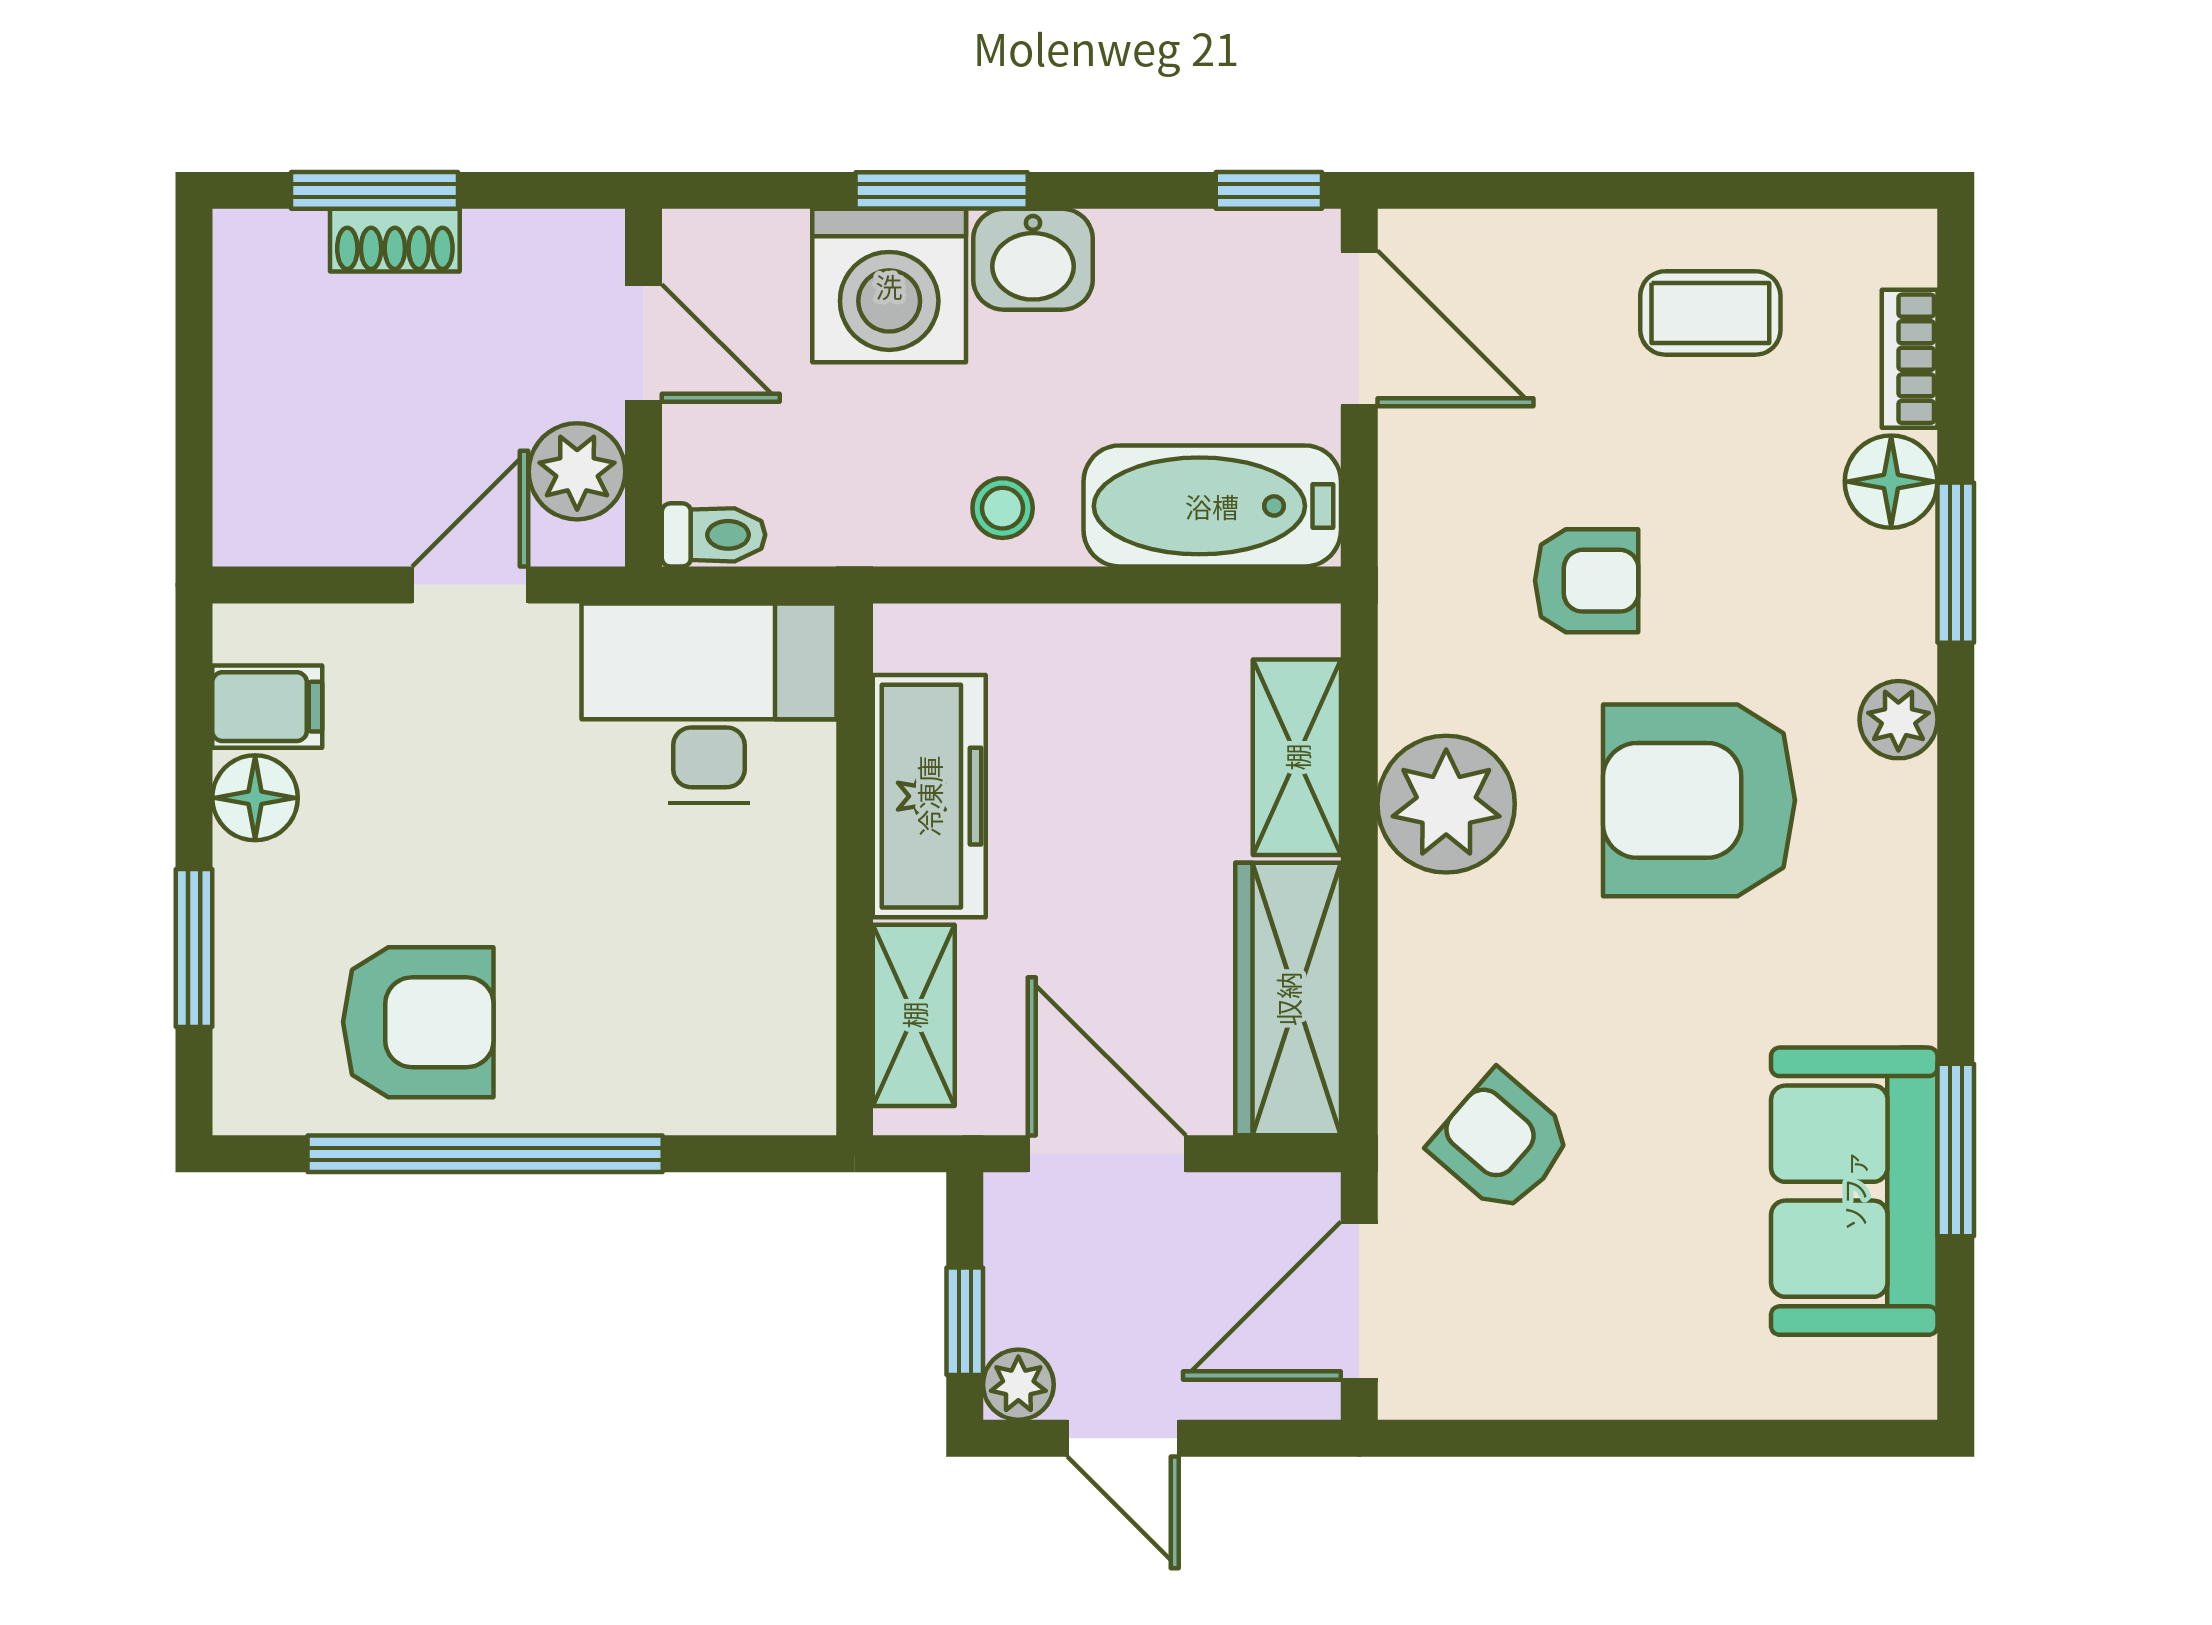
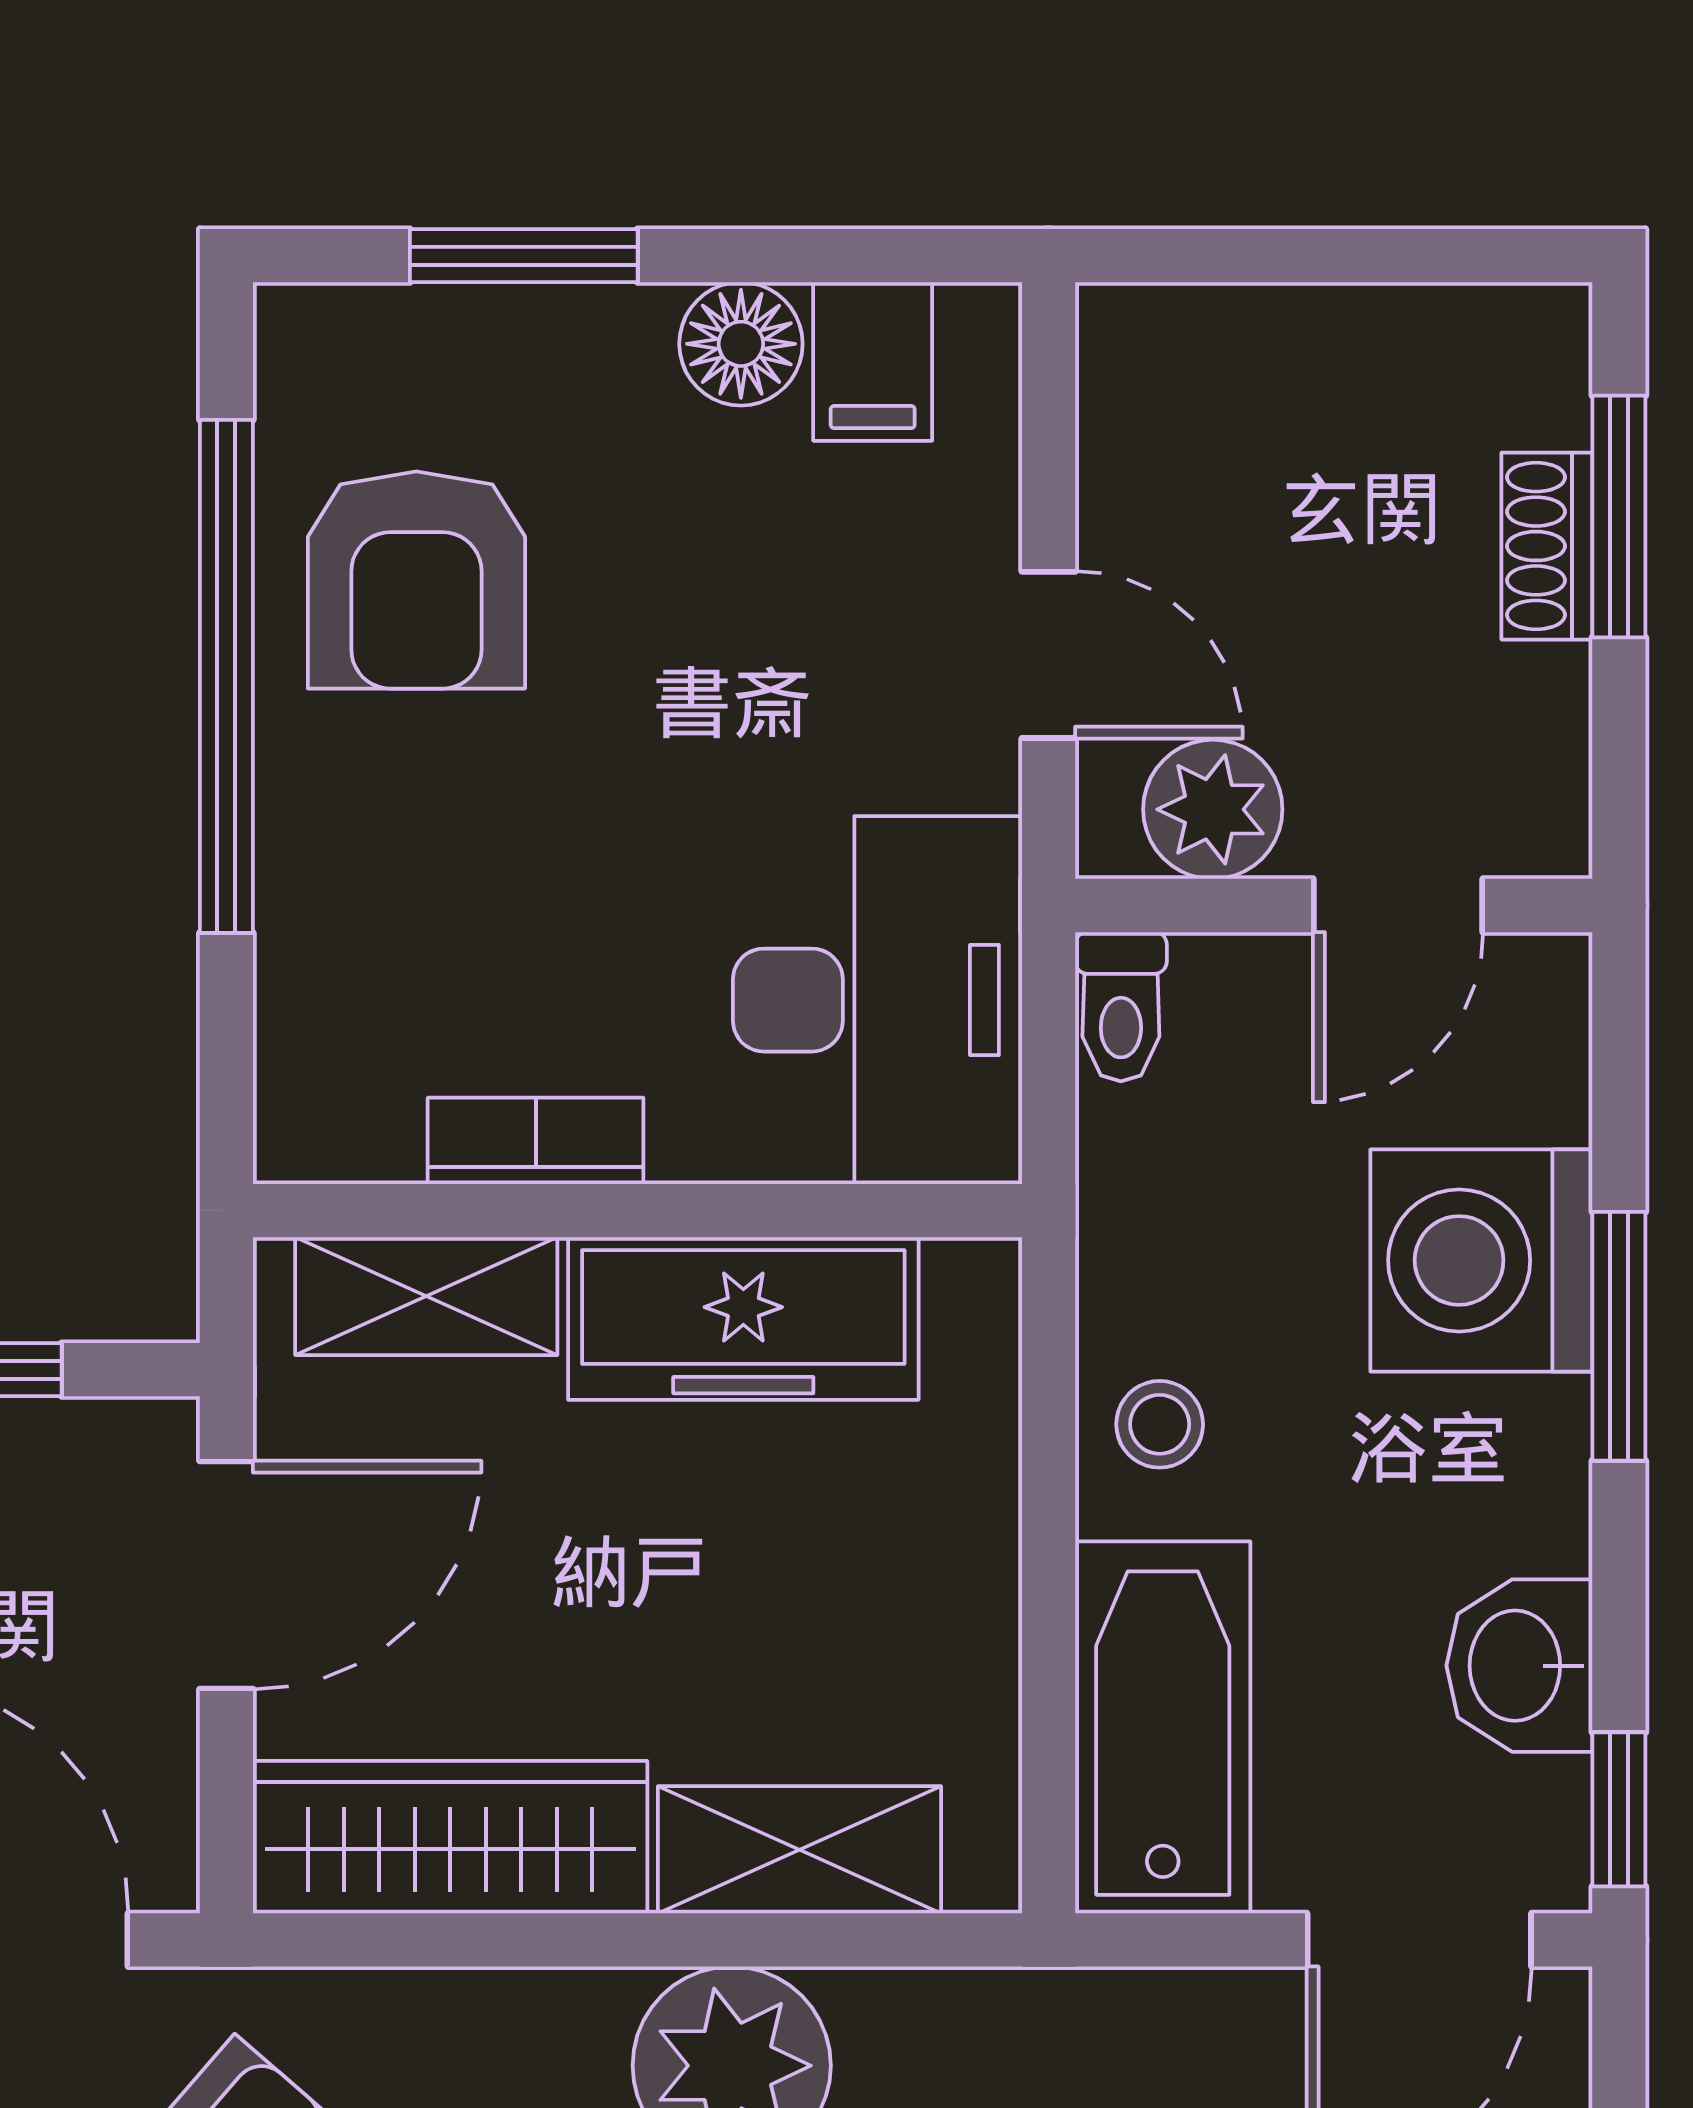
washbasin: (1033, 259) -> (1519, 1666), moved
bookcase: (806, 940) -> (536, 1141), added

